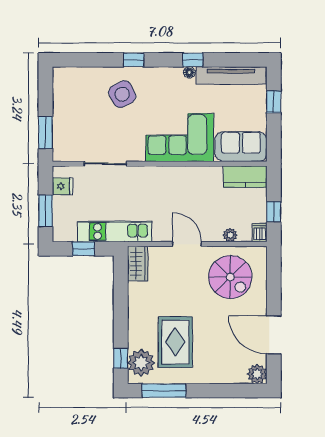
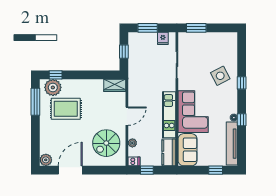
kitchen unit: (115, 232) -> (169, 115), moved, turned 180

